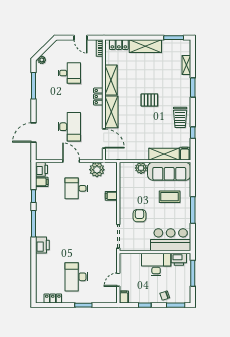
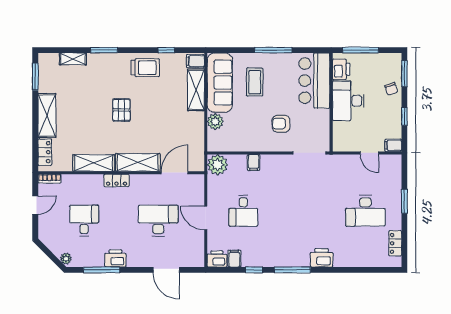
printer: (42, 96) -> (115, 258), added
door: (71, 161) -> (206, 218), hinge flipped
plant: (97, 170) -> (217, 165), moved

